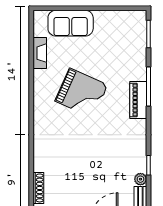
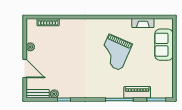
piano: (138, 100) -> (137, 92), moved

